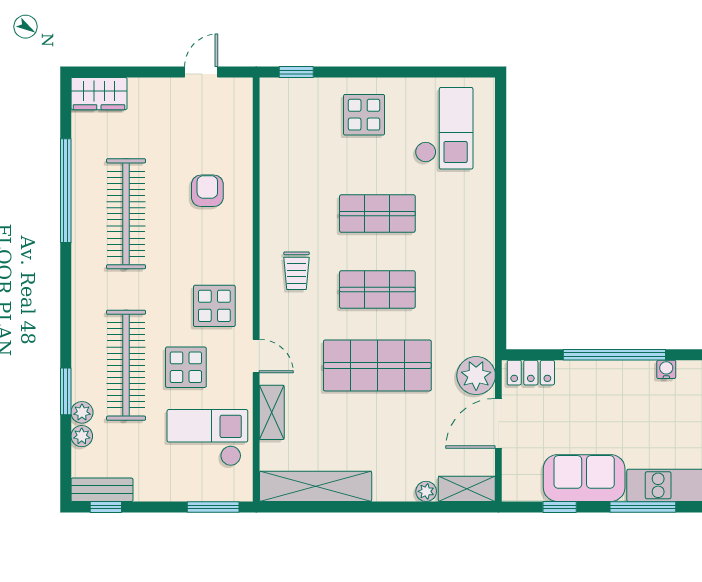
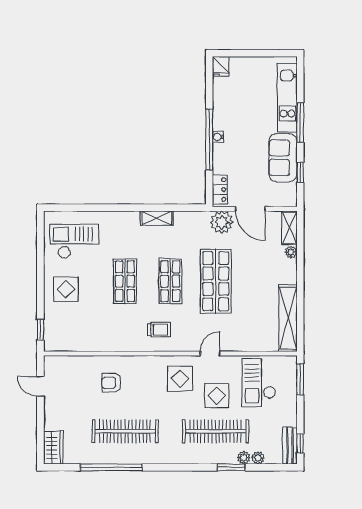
water cooler: (666, 369) -> (218, 137), moved
shelving: (272, 412) -> (157, 218), moved

